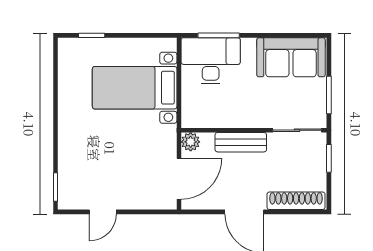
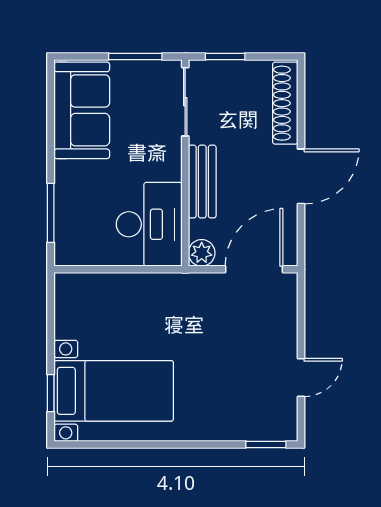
desk: (211, 61) -> (149, 224), moved, turned 180
bed with nightstands: (135, 88) -> (114, 391), moved, turned -90
door: (179, 179) -> (254, 269), hinge flipped
door: (103, 212) -> (301, 378), hinge flipped

